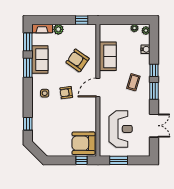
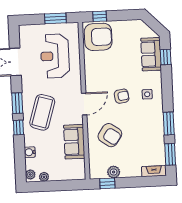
plant: (58, 29) -> (114, 172), moved
sofa: (40, 60) -> (151, 54), moved
coffee table: (133, 82) -> (42, 112), width x1.86, depth x1.72

